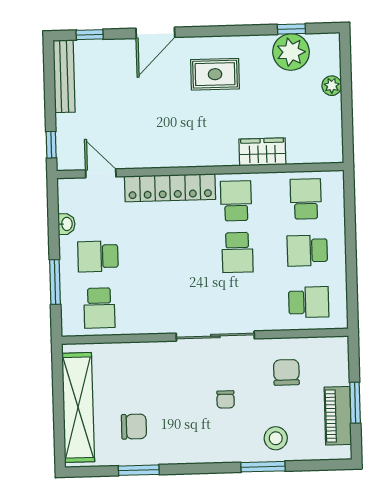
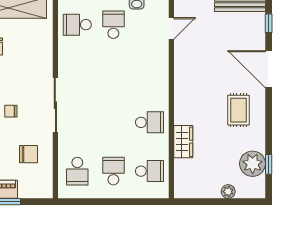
door: (155, 33) -> (269, 69), width x1.36
locker: (170, 188) -> (160, 76), removed
school desk: (237, 252) -> (113, 122), removed

